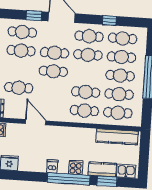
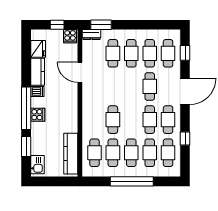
window: (34, 16) -> (185, 53), moved
cafe table: (53, 71) -> (131, 53), moved
cafe table: (84, 111) -> (94, 120), removed
door: (36, 122) -> (80, 72), swing flipped
kitchen counter: (102, 169) -> (38, 72), moved

